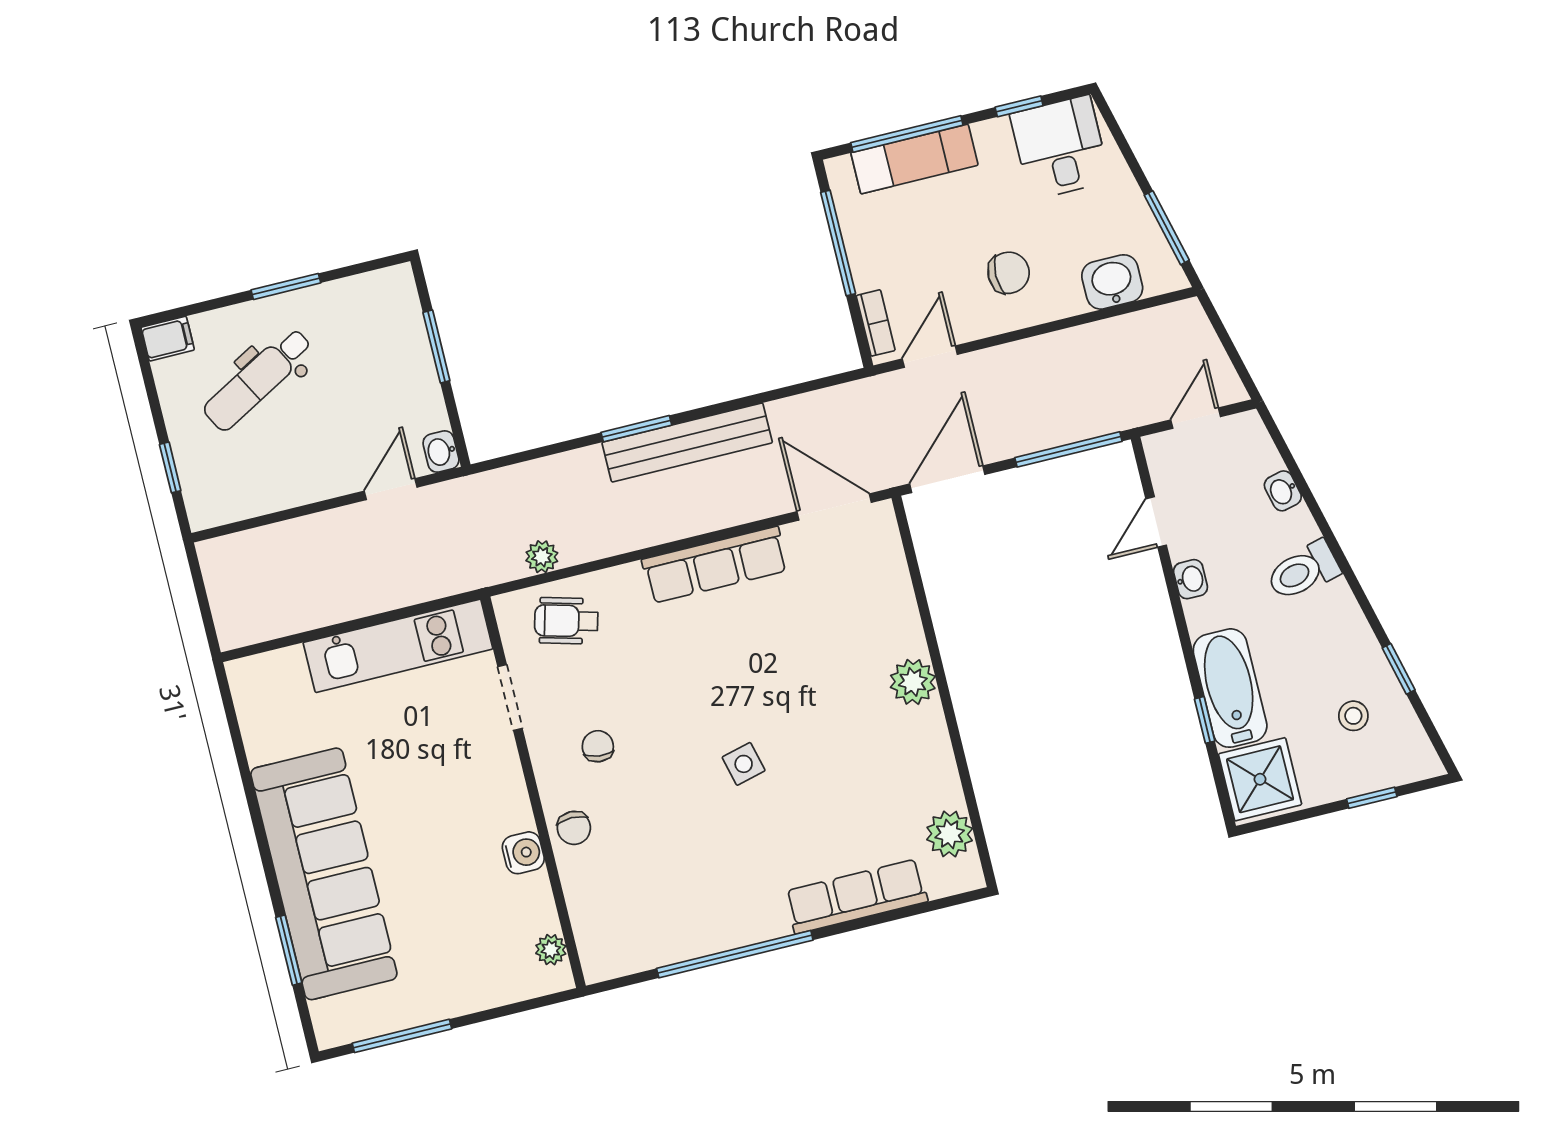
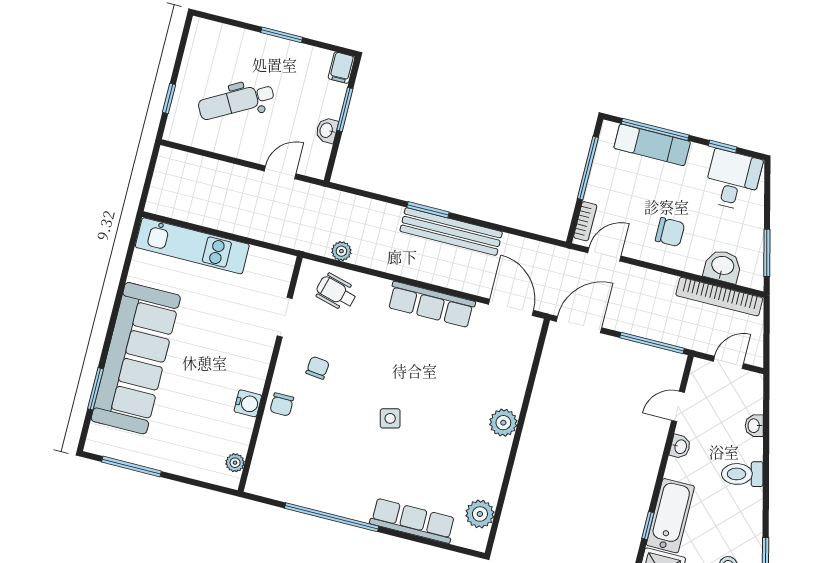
bookcase: (1131, 329) -> (719, 297), added
filing cabinet: (168, 339) -> (341, 68), moved, turned 90
dental chair: (258, 379) -> (236, 101), moved
washbasin: (441, 452) -> (327, 130), moved
kitchen unit: (398, 646) -> (192, 246), moved

